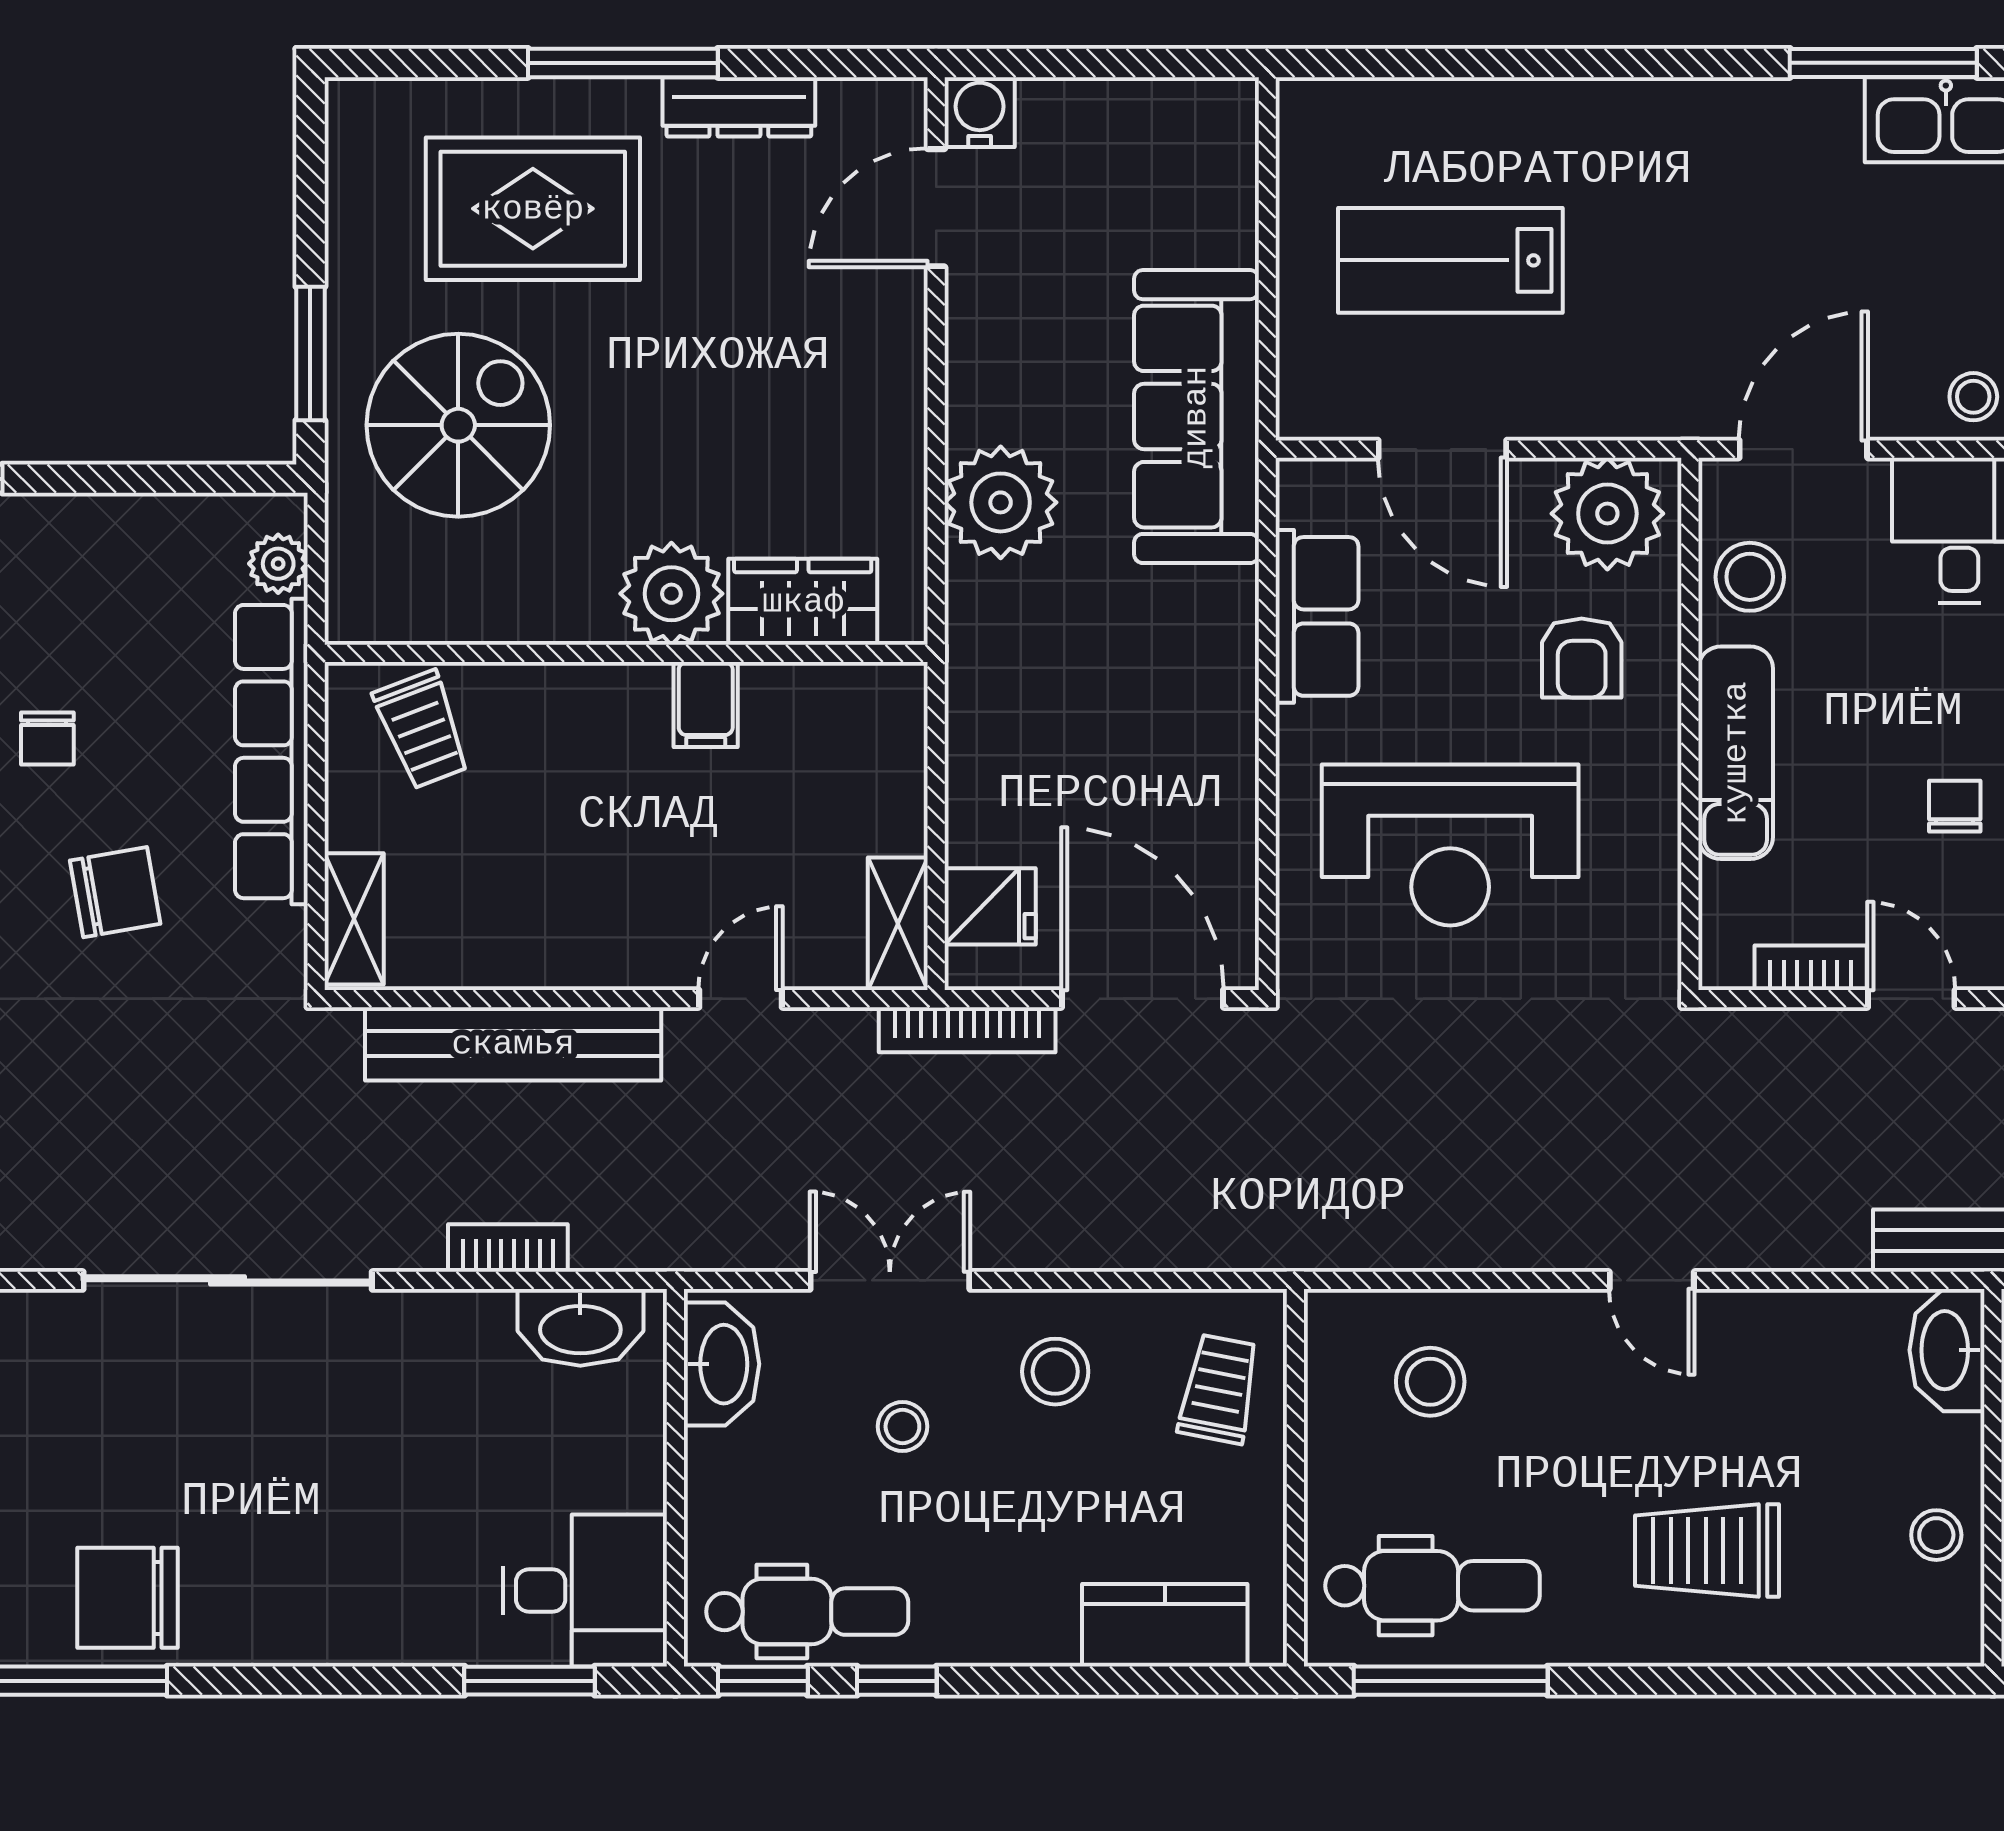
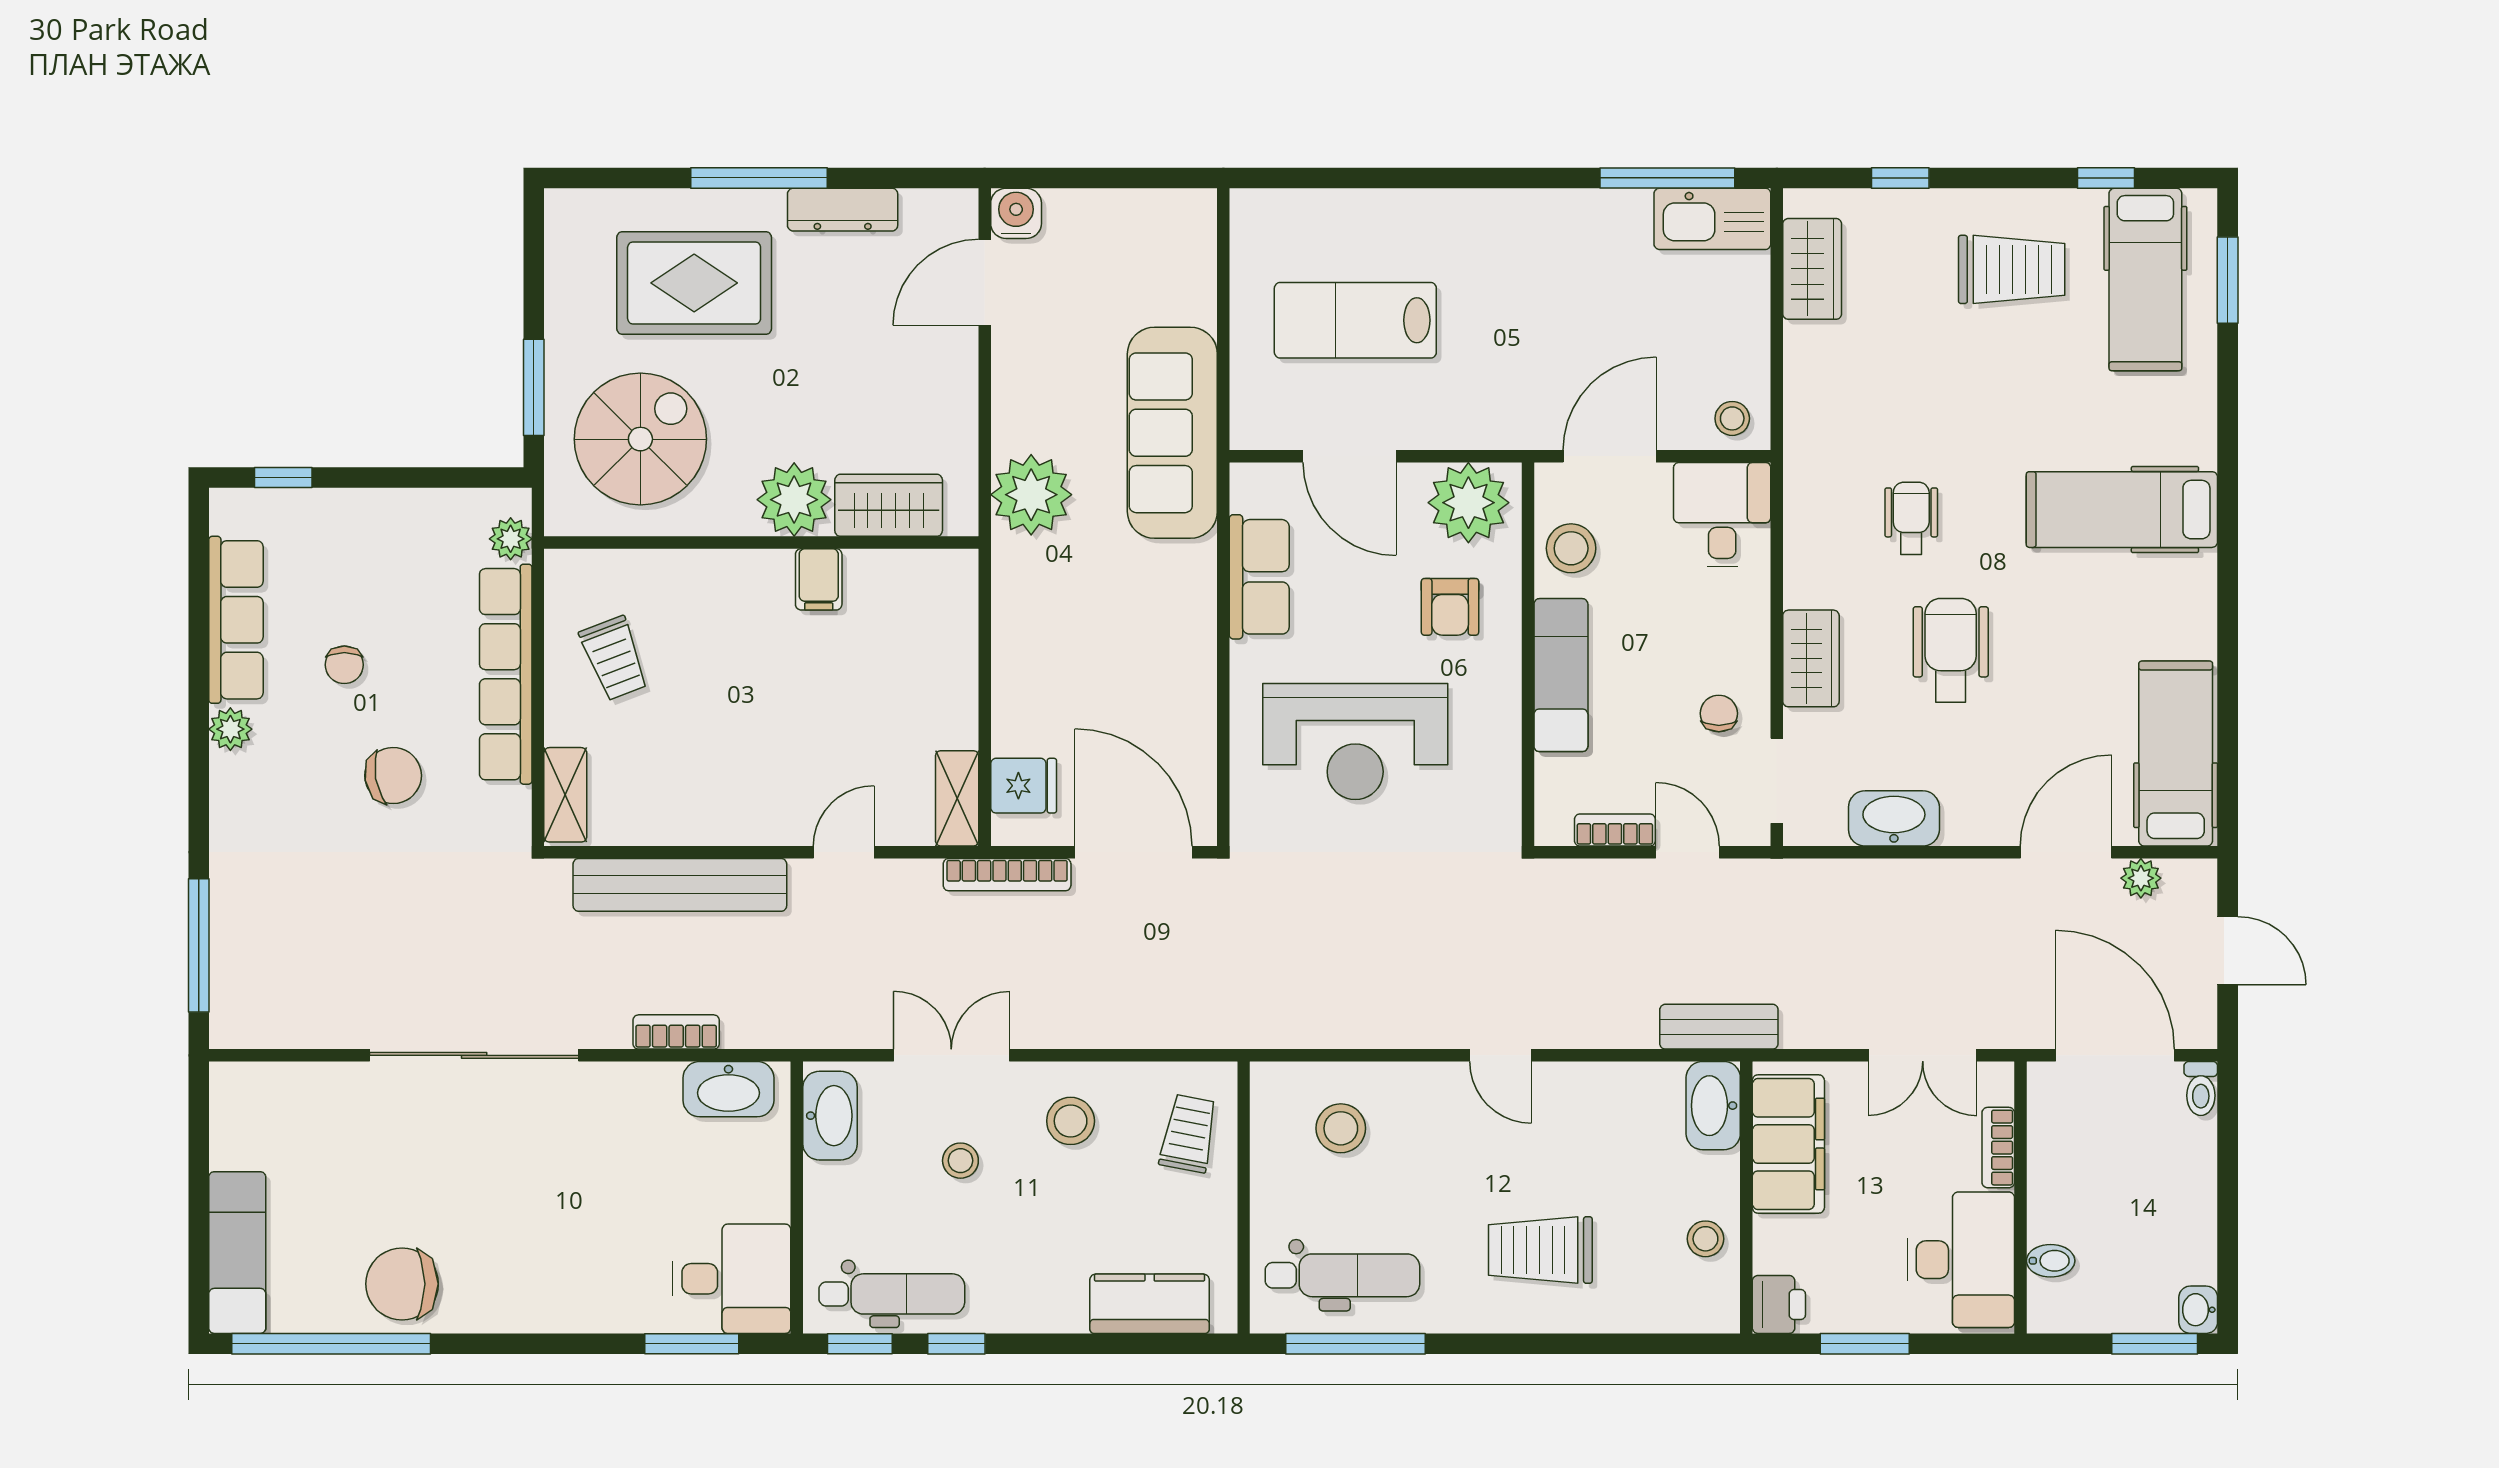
plant: (671, 594) -> (794, 500), moved
wardrobe: (803, 602) -> (889, 505), moved
wall: (626, 653) -> (761, 543), moved
filing cabinet: (706, 704) -> (819, 579), moved

